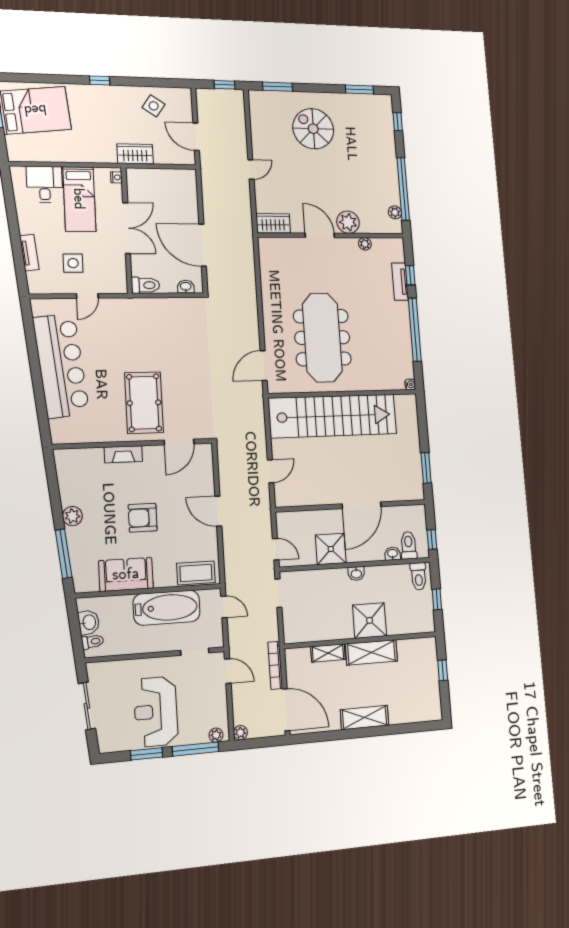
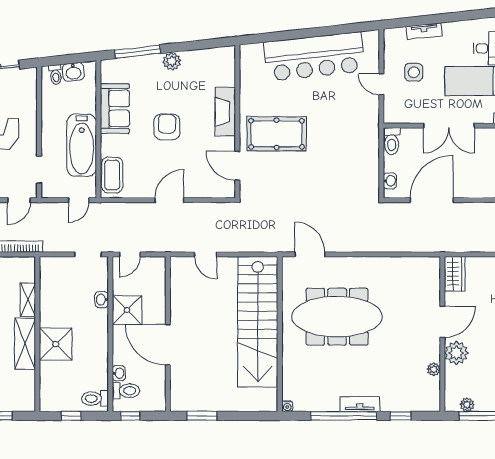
tv unit: (400, 282) -> (360, 404), moved
fireplace: (123, 454) -> (225, 112), width x1.37, depth x1.32
washbasin: (356, 574) -> (102, 300), moved

